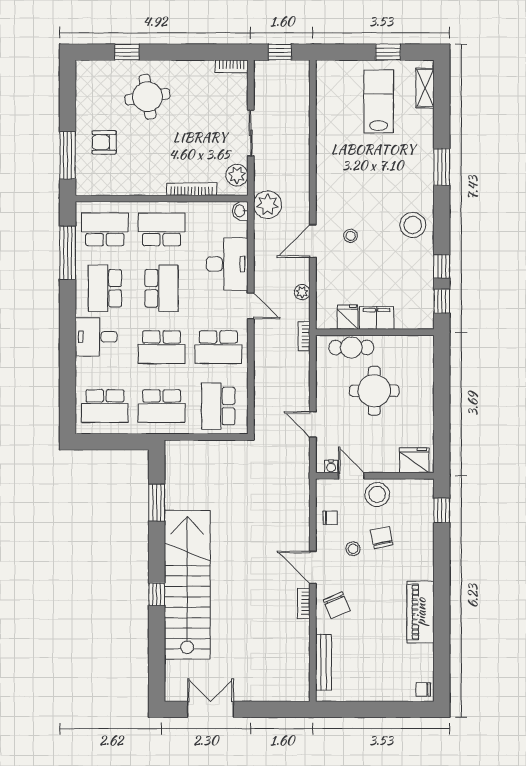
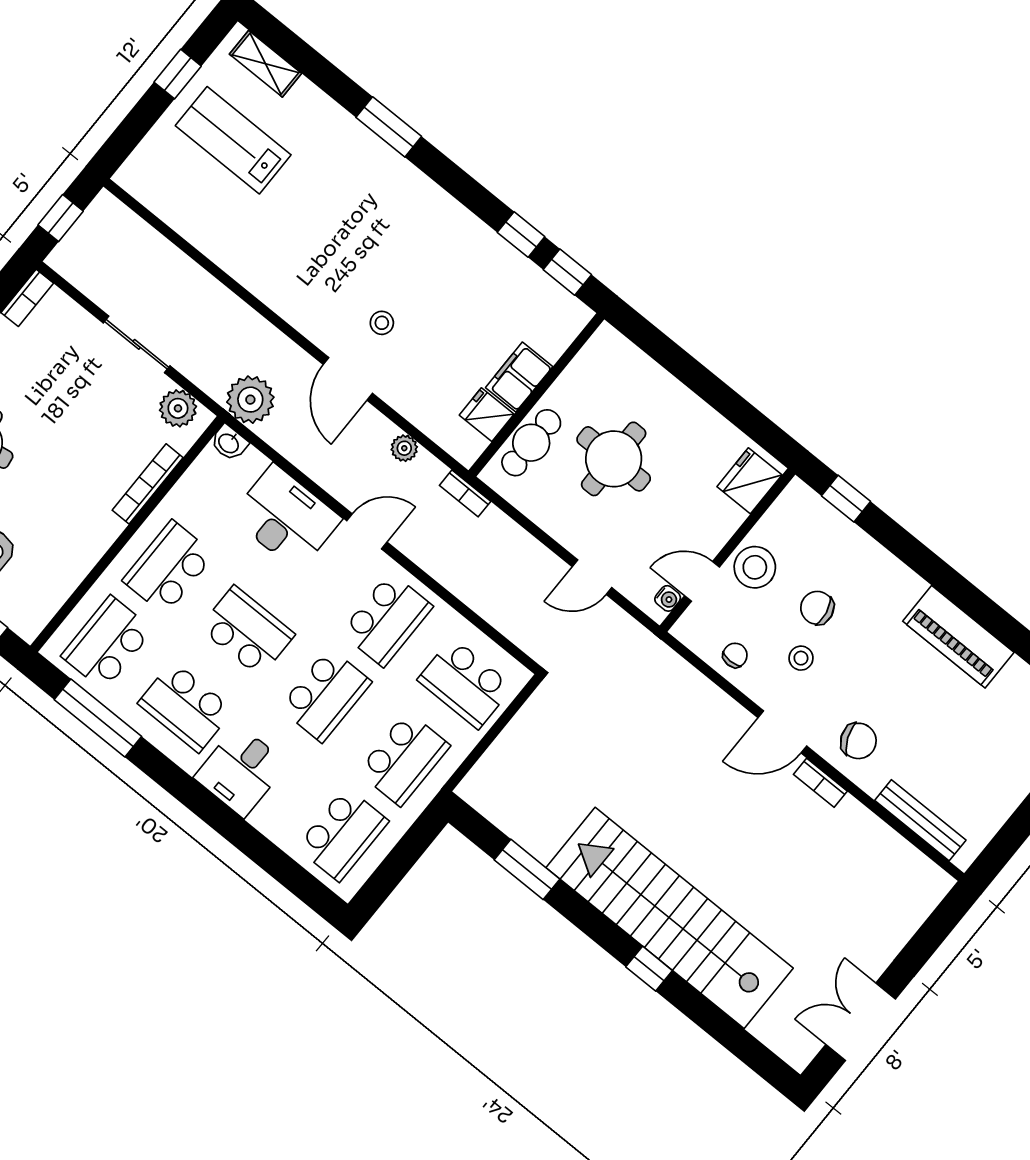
stool: (413, 225) -> (435, 228), removed

